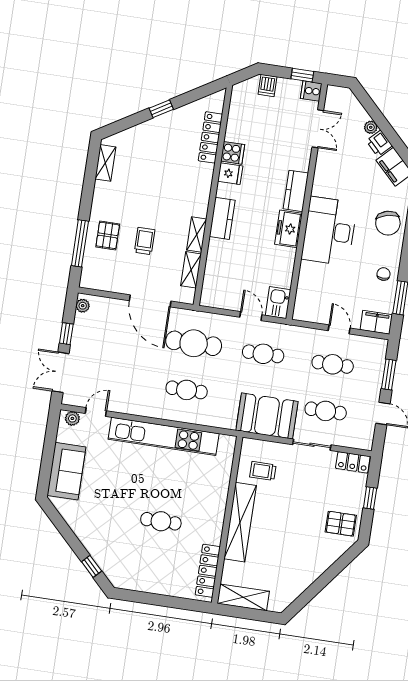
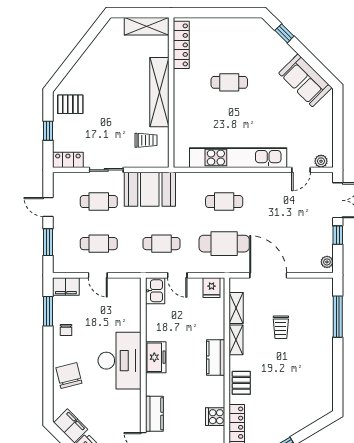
shelving: (105, 163) -> (326, 391), removed
fridge: (230, 174) -> (212, 288), moved, turned -90
kitchen counter: (296, 191) -> (154, 414), moved
pallet: (108, 235) -> (241, 383), moved
sofa: (67, 471) -> (305, 80), moved, turned -45

